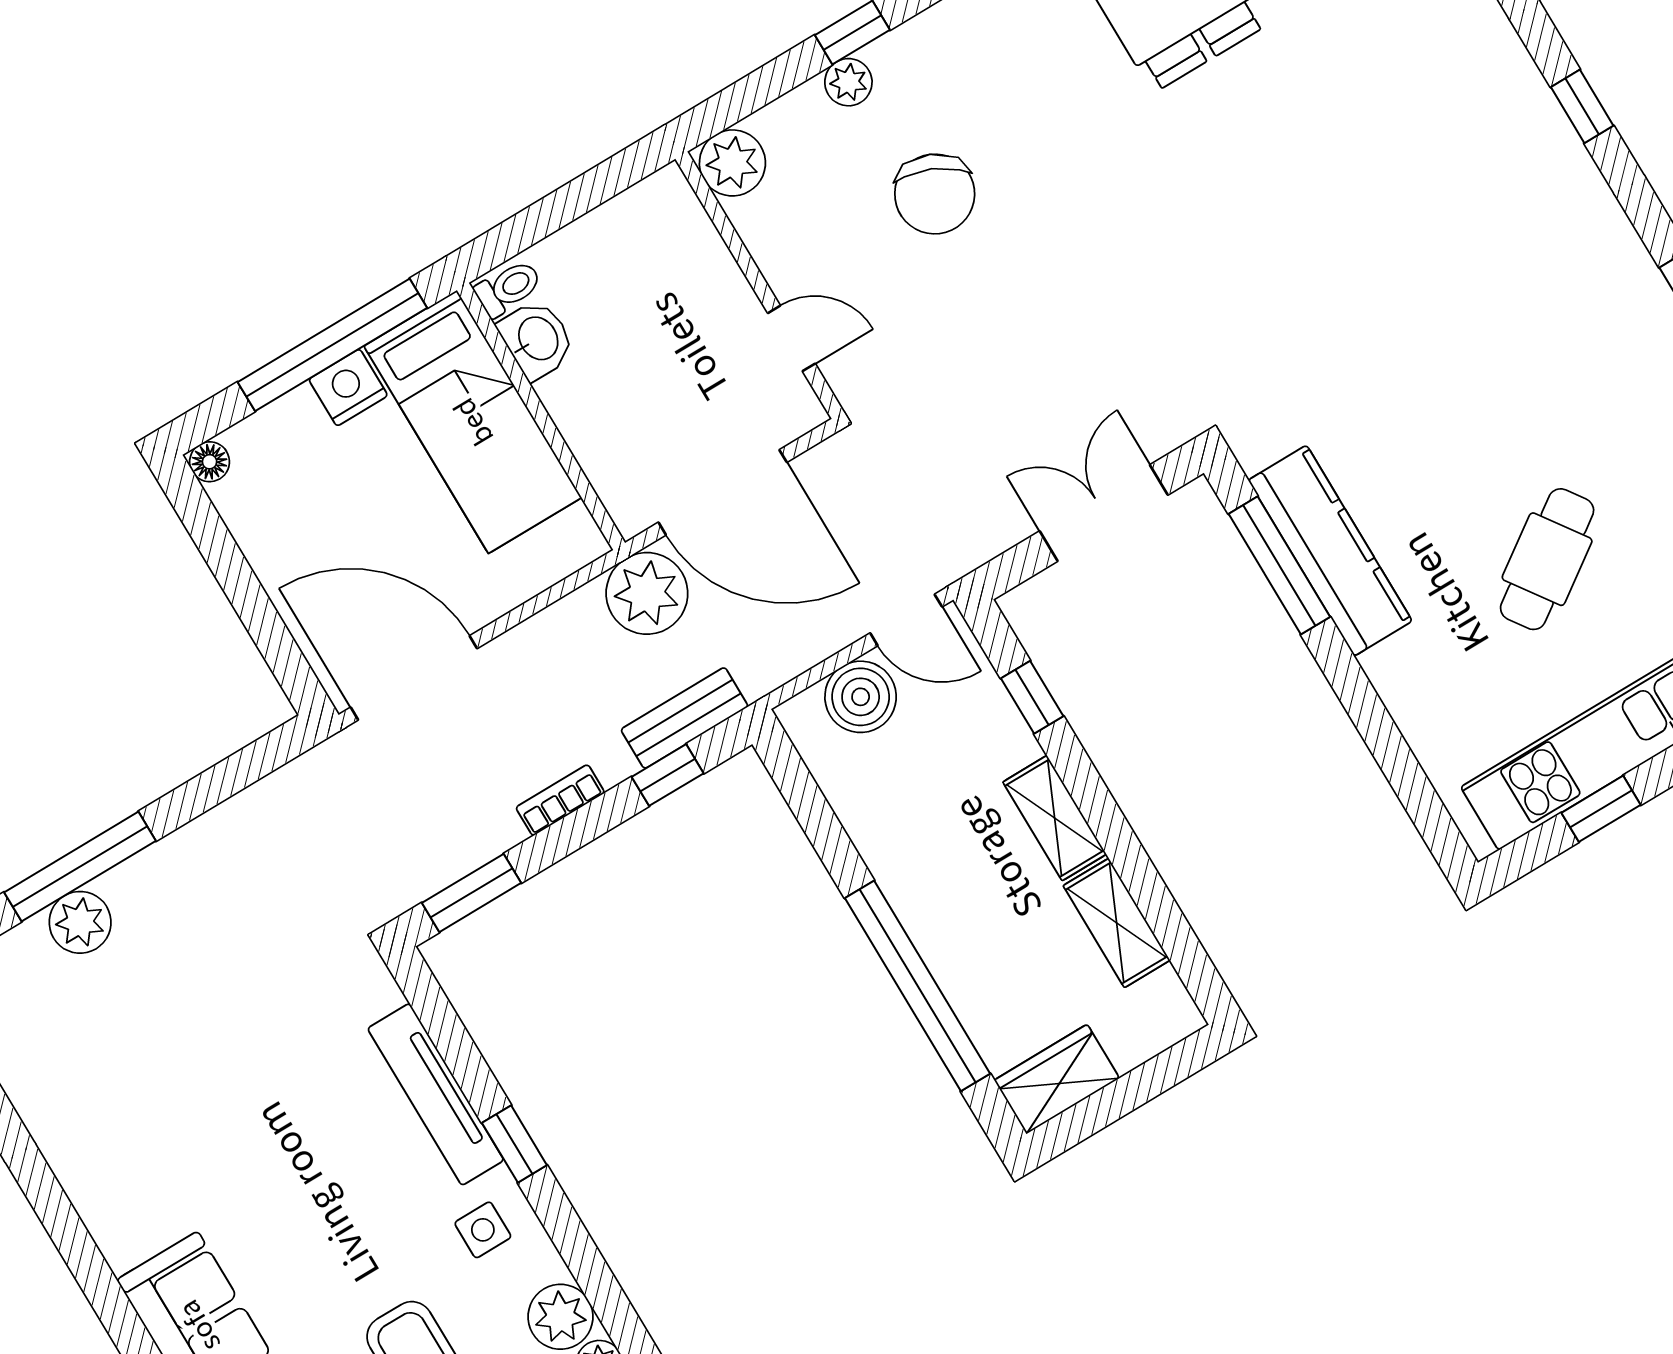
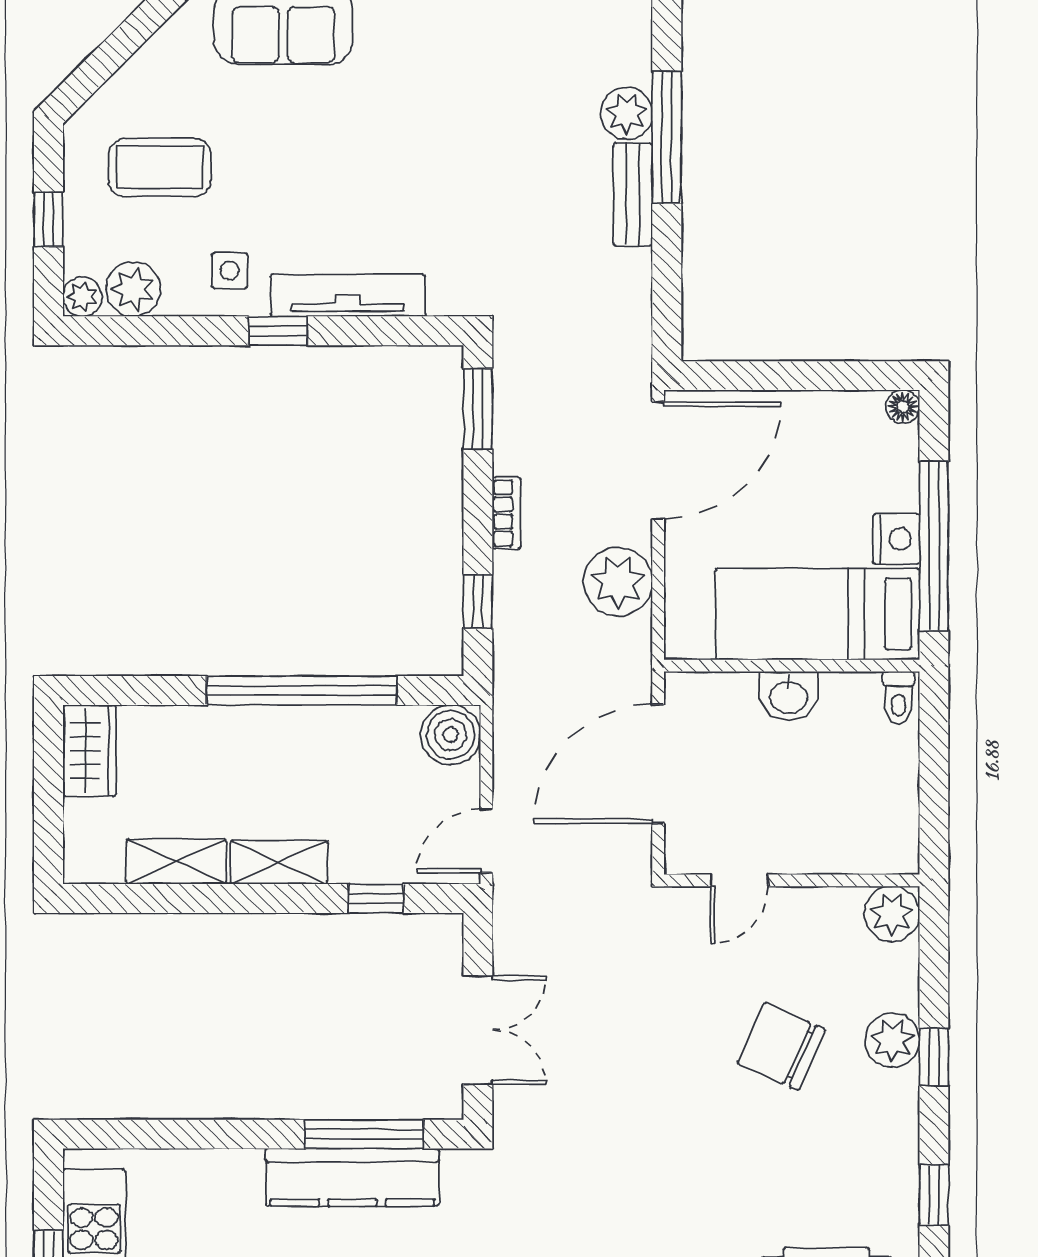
plant: (848, 82) -> (892, 1040), width x1.38, depth x1.38
washbasin: (537, 339) -> (789, 696), moved
plant: (647, 593) -> (618, 582), moved
boiler: (861, 697) -> (451, 735), moved
bench: (684, 718) -> (633, 195), moved
window: (918, 986) -> (302, 690), moved

